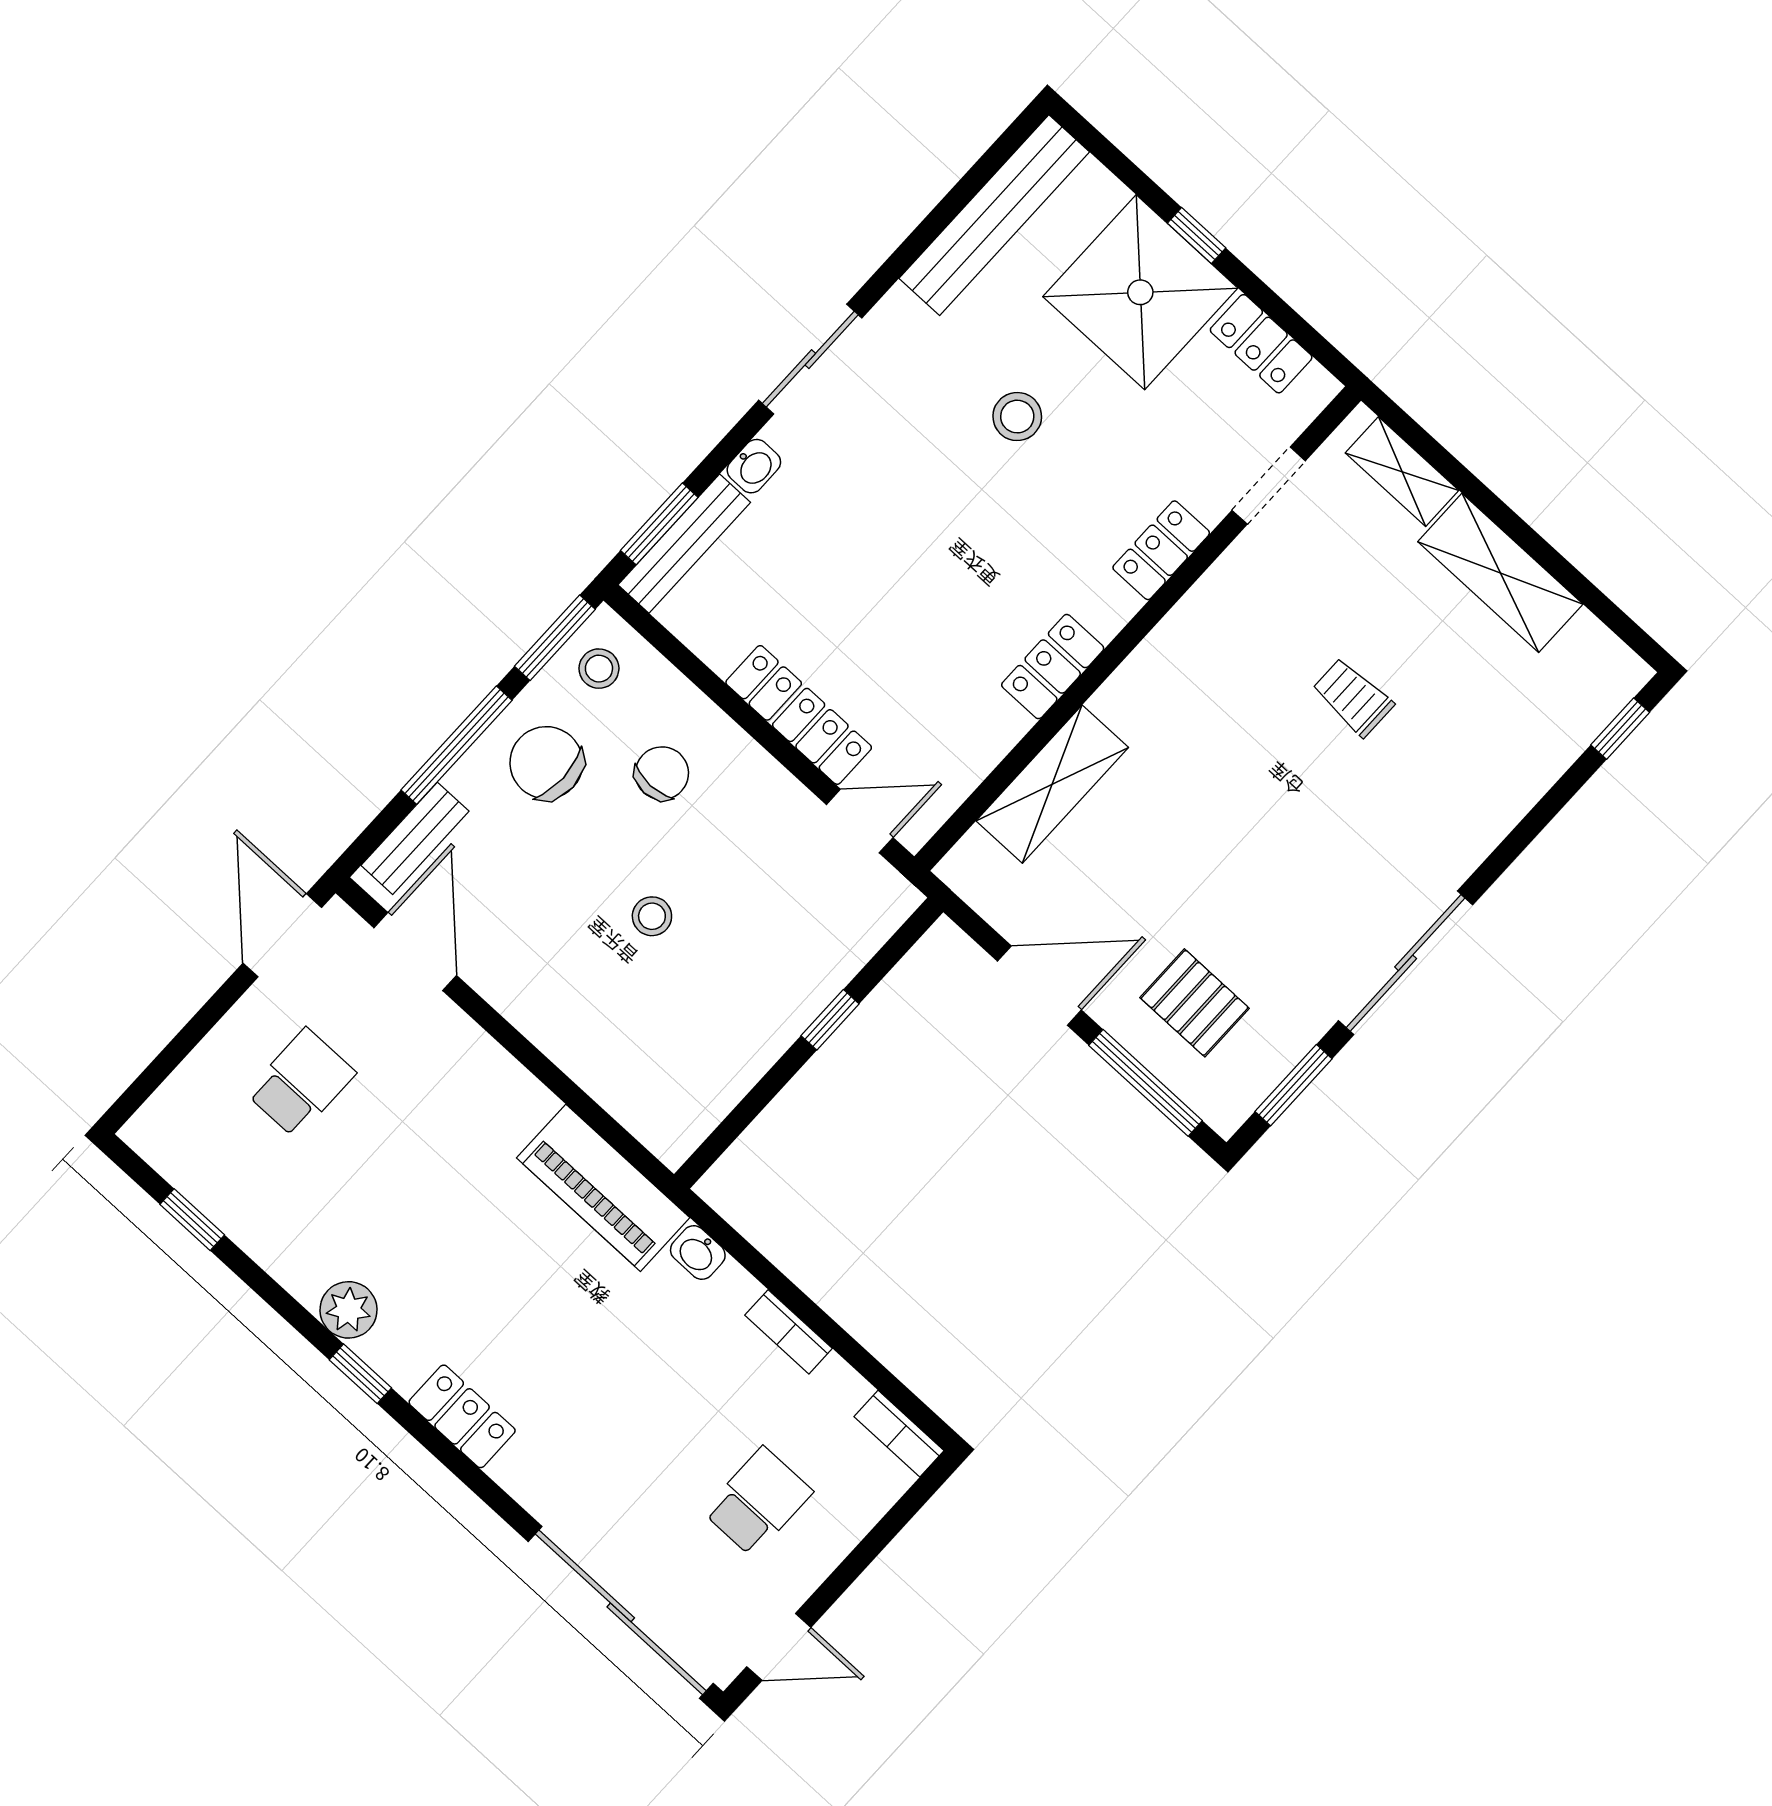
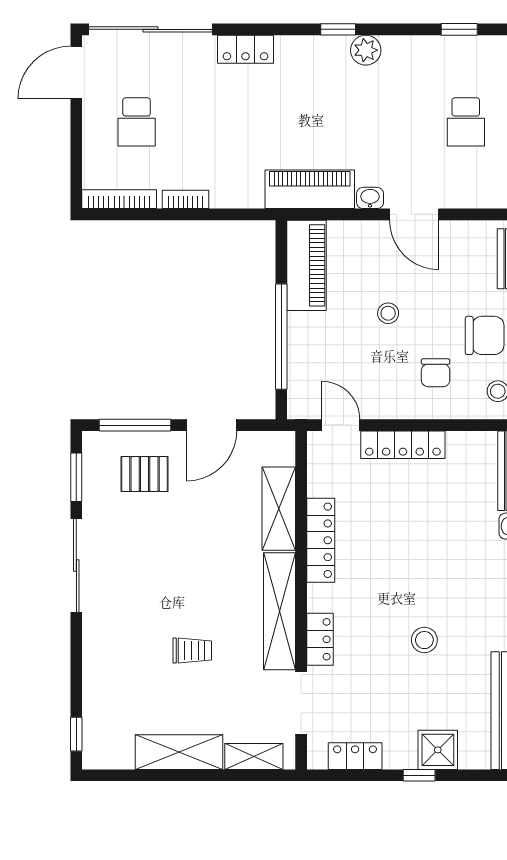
shower: (1140, 292) -> (438, 750), width x0.54, depth x0.54
doorway: (1269, 486) -> (301, 703), width x1.38
shelving: (1182, 641) -> (279, 611), added
locker: (1053, 667) -> (321, 540), width x1.53
door: (860, 821) -> (341, 425), swing flipped
door: (415, 952) -> (414, 214), moved
window: (830, 1020) -> (281, 337), width x3.17
piano: (704, 1086) -> (307, 265), added
washbasin: (698, 1253) -> (370, 198), moved
locker: (462, 1416) -> (245, 49), moved
bookcase: (899, 1434) -> (119, 199), width x1.56
door: (779, 1647) -> (76, 73), width x1.38

